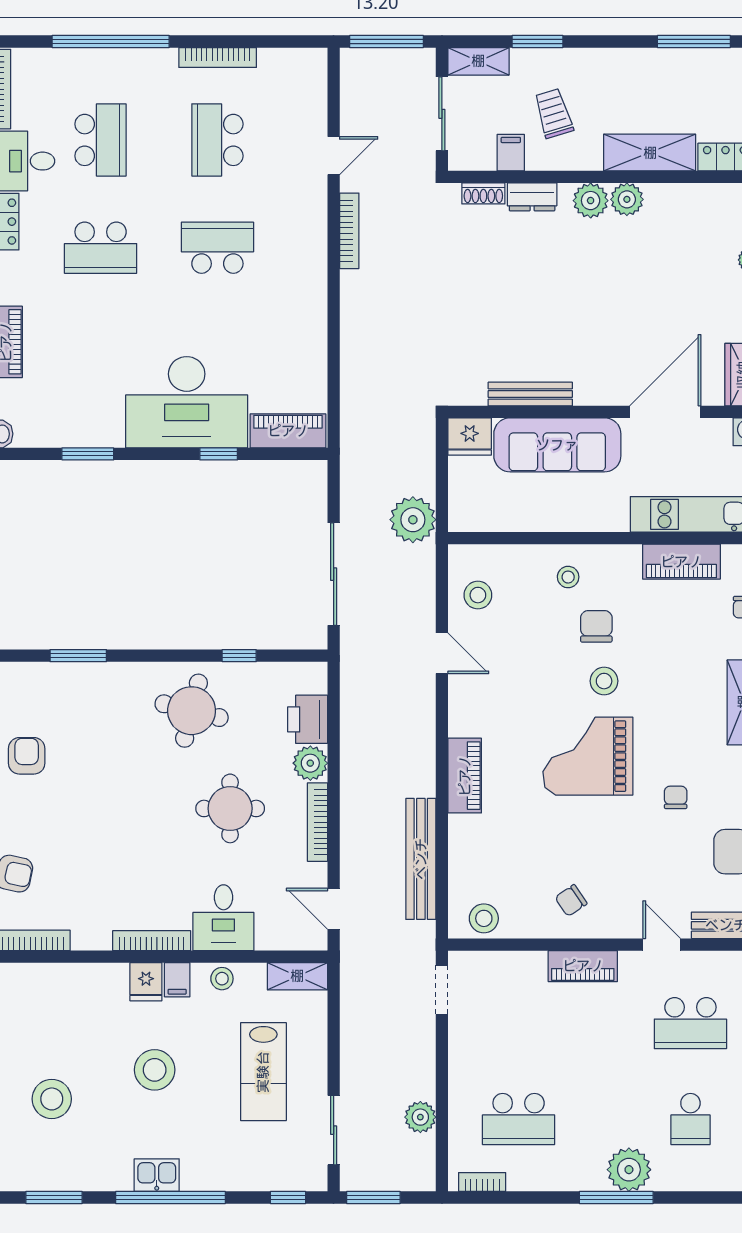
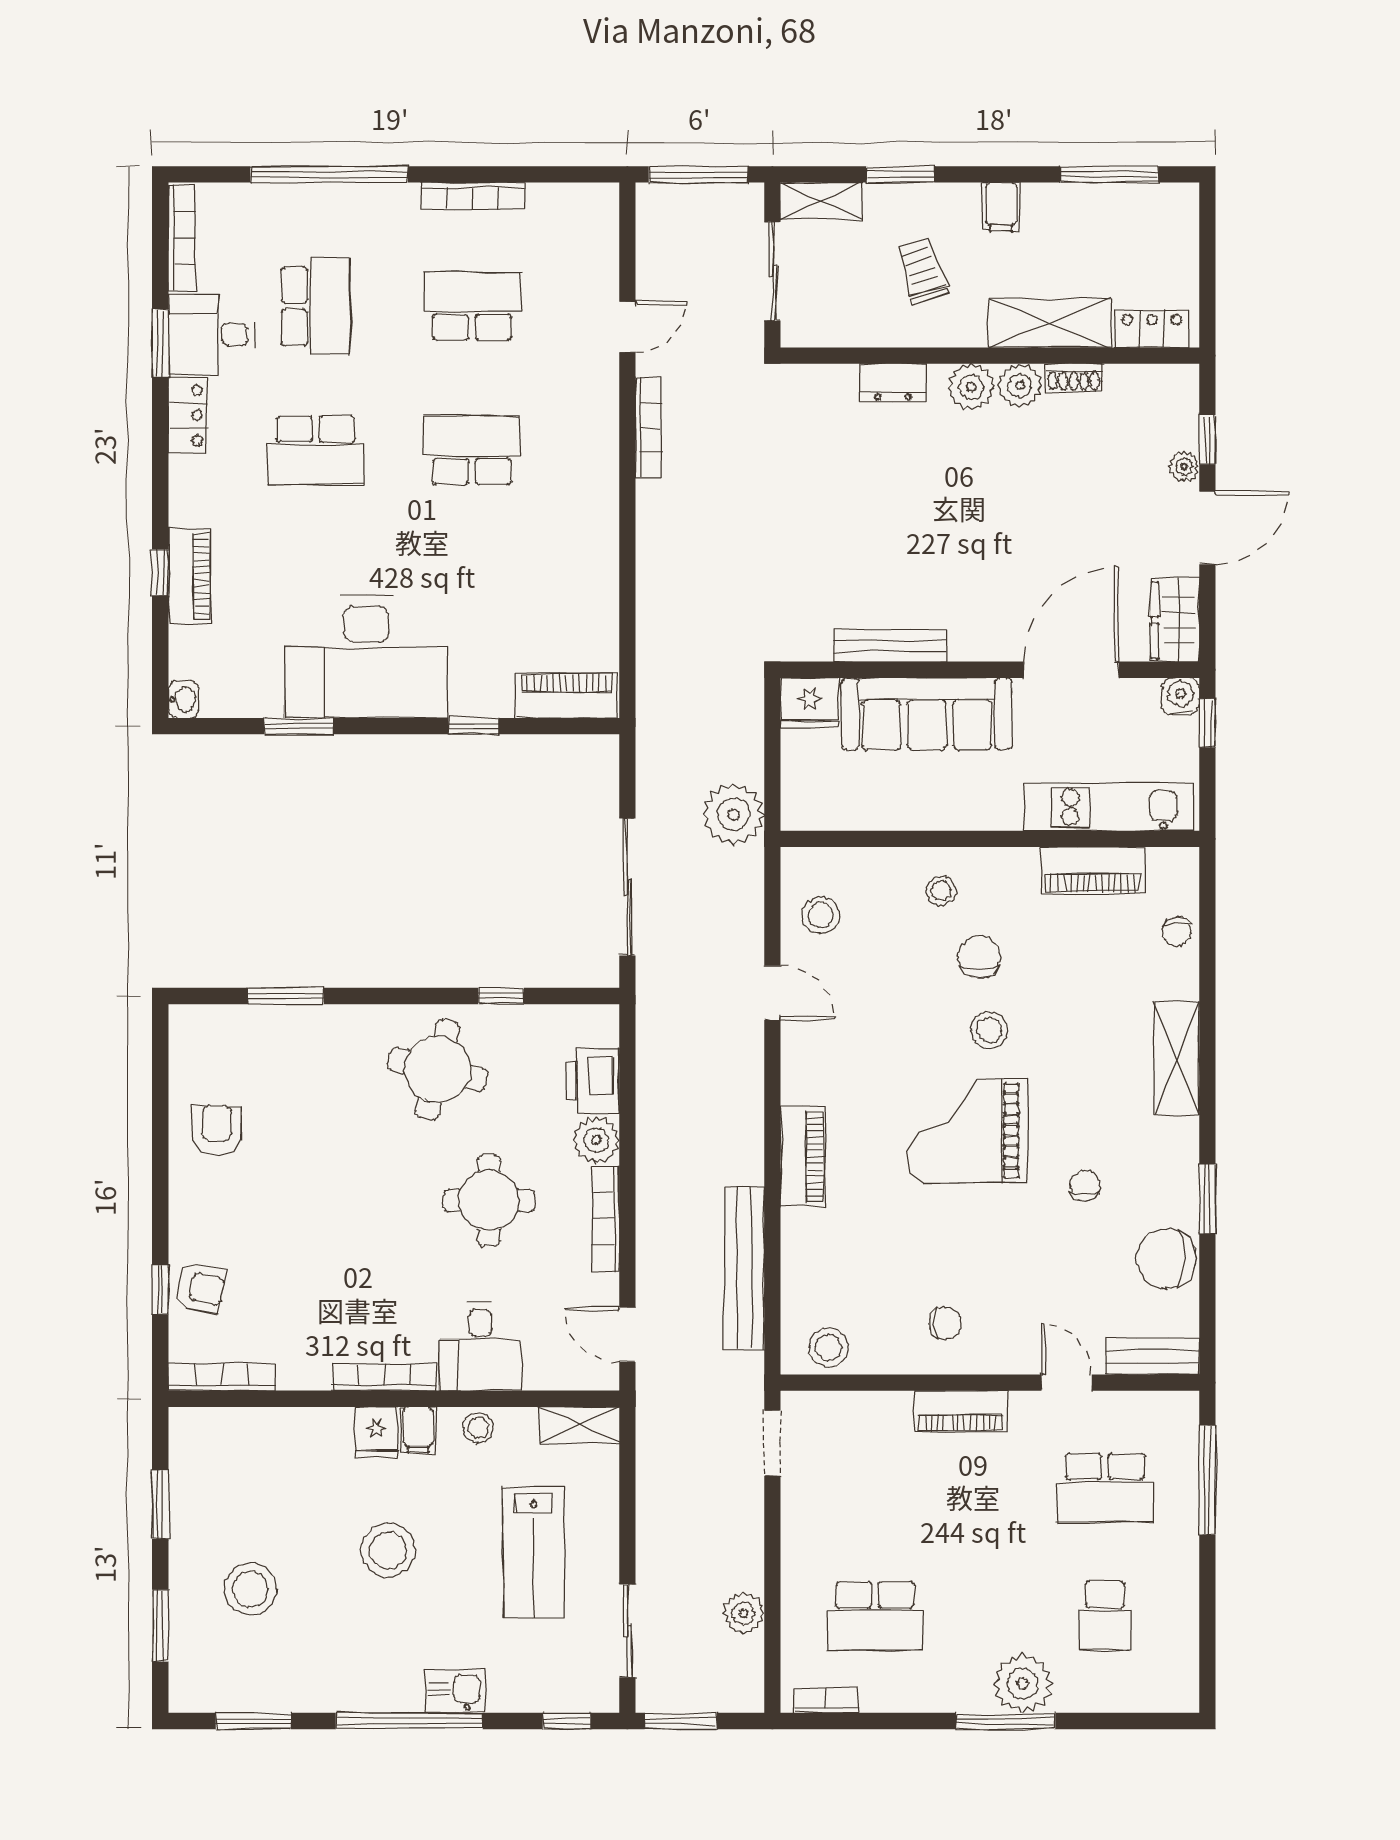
school desk: (217, 140) -> (472, 306), turned 90
filing cabinet: (511, 153) -> (1001, 207), moved, turned 180
shoe rack: (483, 193) -> (1074, 378), moved
desk: (187, 402) -> (366, 657), moved
chair: (571, 900) -> (945, 1324), turned -146
kitchen sink: (157, 1175) -> (455, 1691), moved

